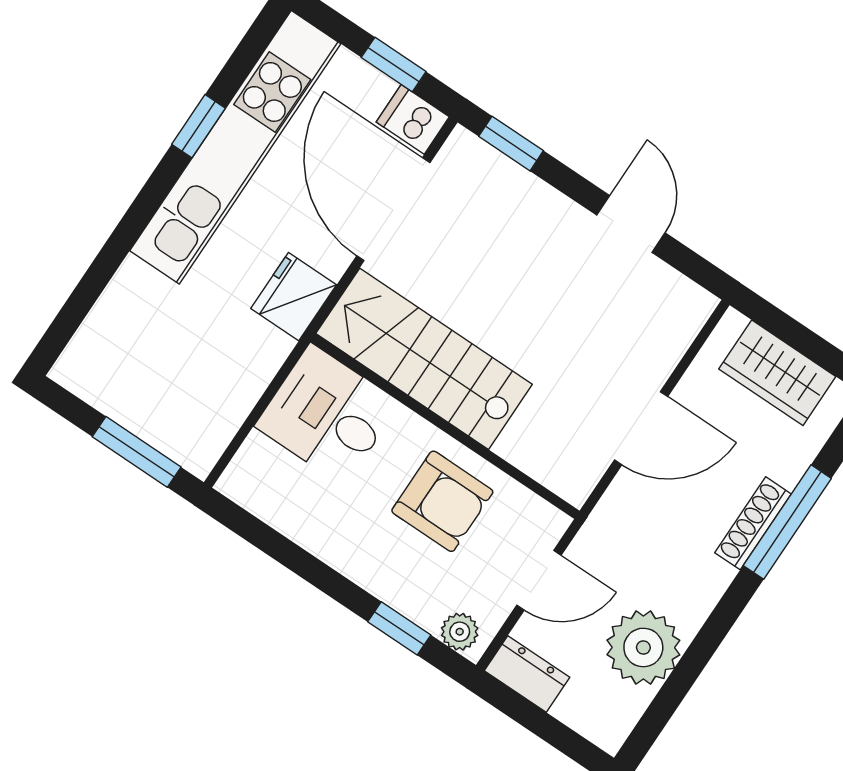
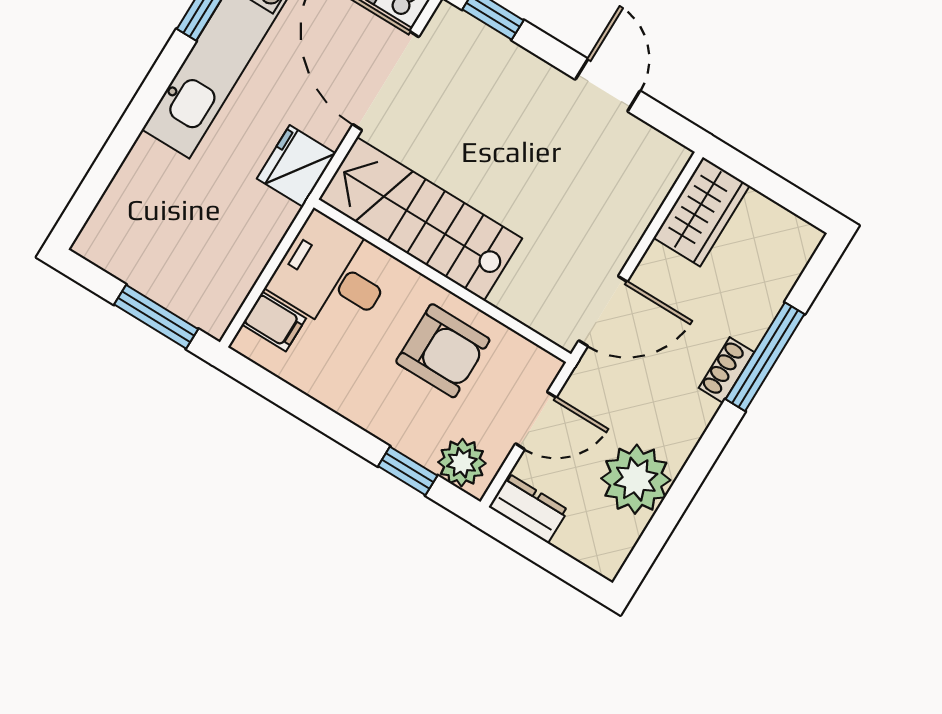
wardrobe: (777, 373) -> (702, 212), moved, turned -90
door: (641, 428) -> (603, 311), moved
filing cabinet: (263, 462) -> (274, 321), added
shoe rack: (753, 523) -> (726, 370), width x0.70
plant: (460, 632) -> (462, 463), width x1.38, depth x1.38

